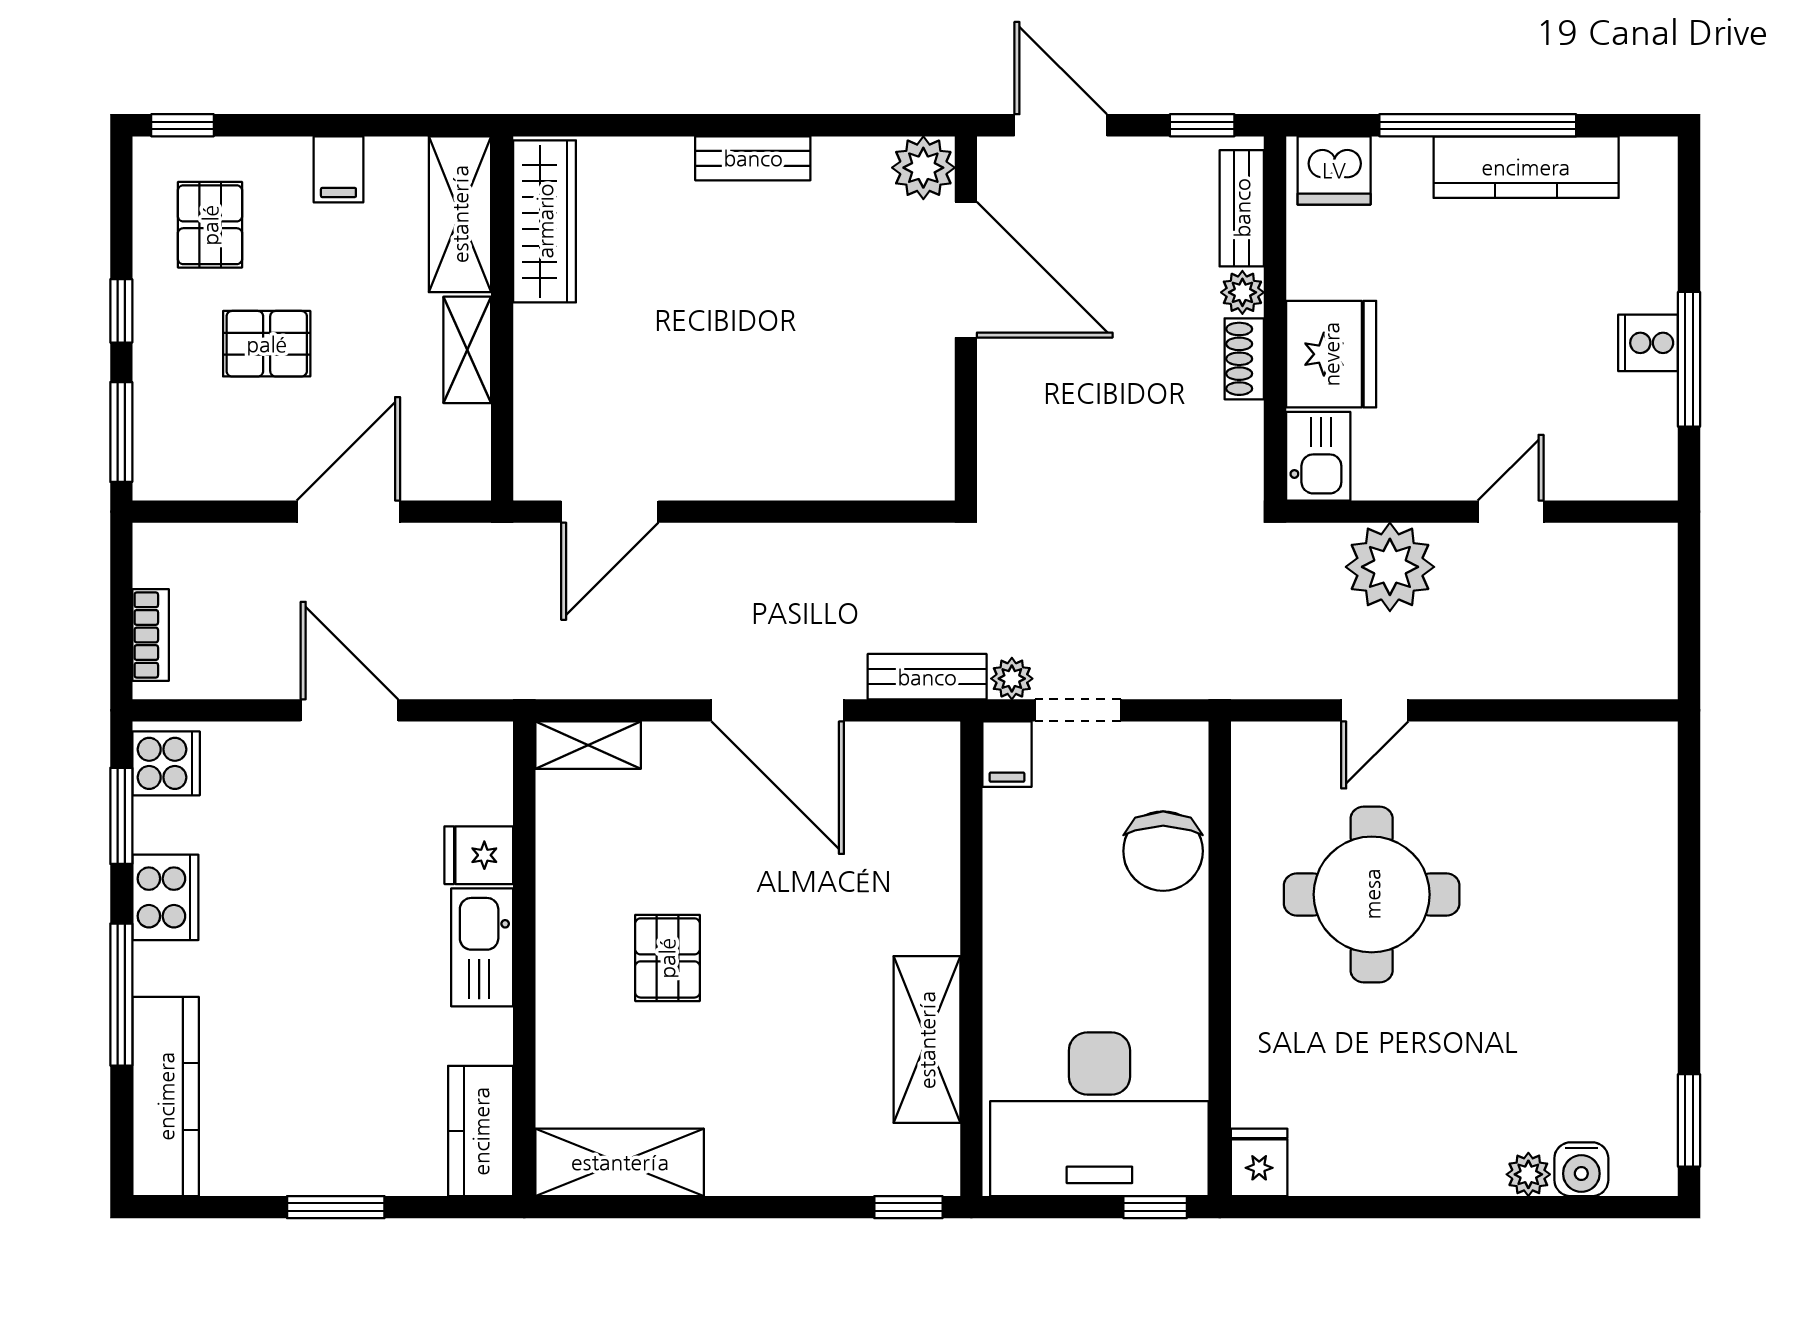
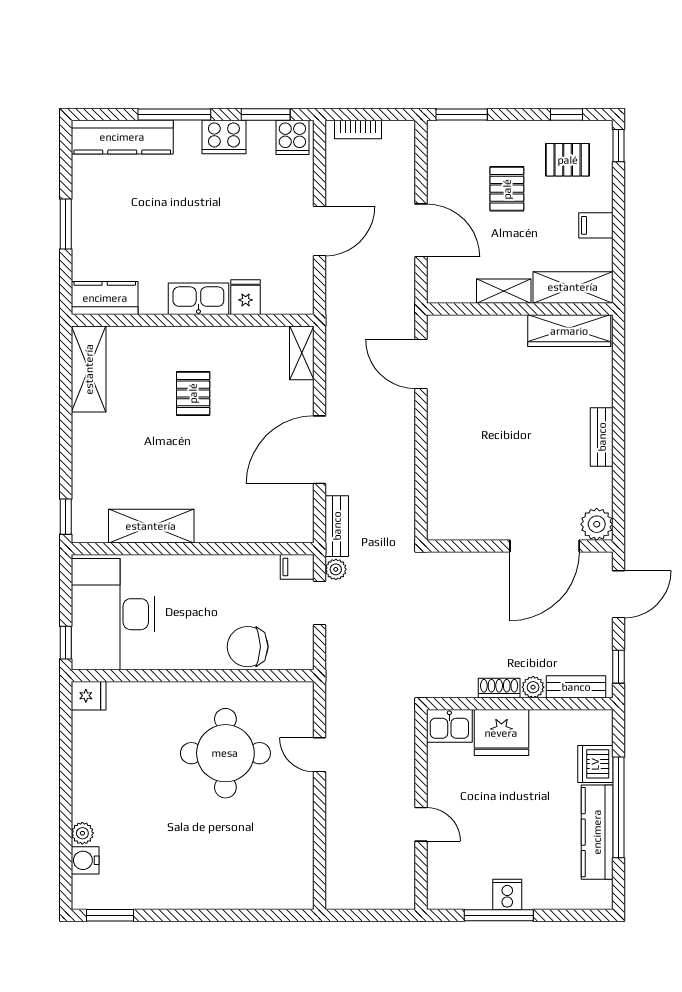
dishwasher: (1334, 170) -> (595, 764), moved
window: (121, 311) -> (567, 114), moved
plant: (1390, 567) -> (393, 763), removed
pallet: (667, 958) -> (193, 393), turned 90

